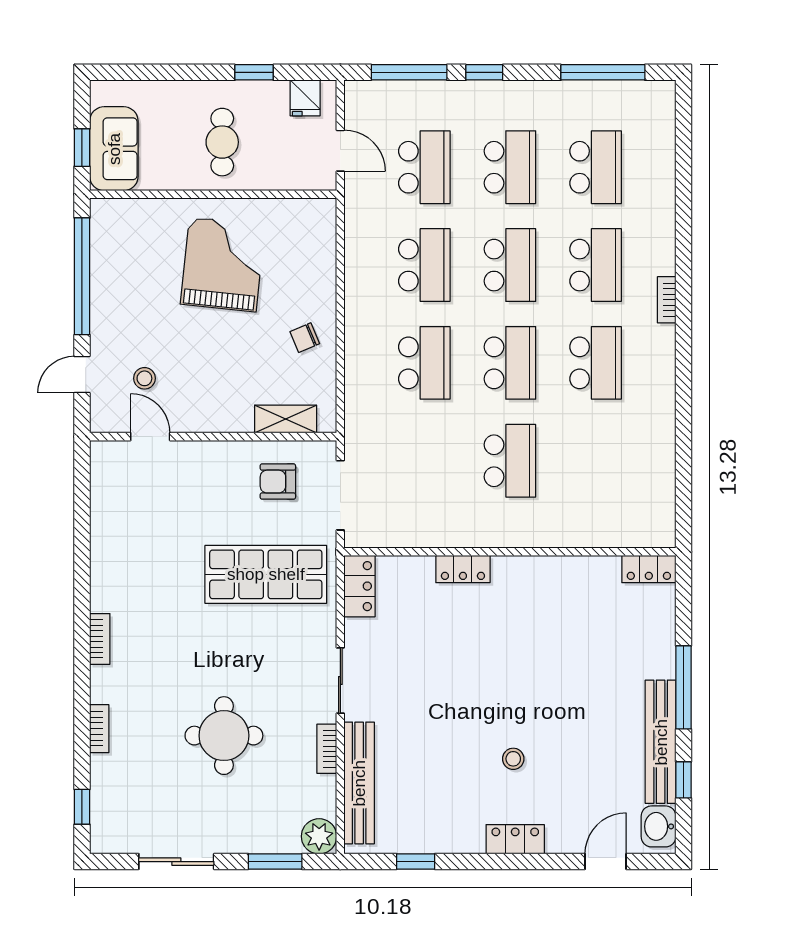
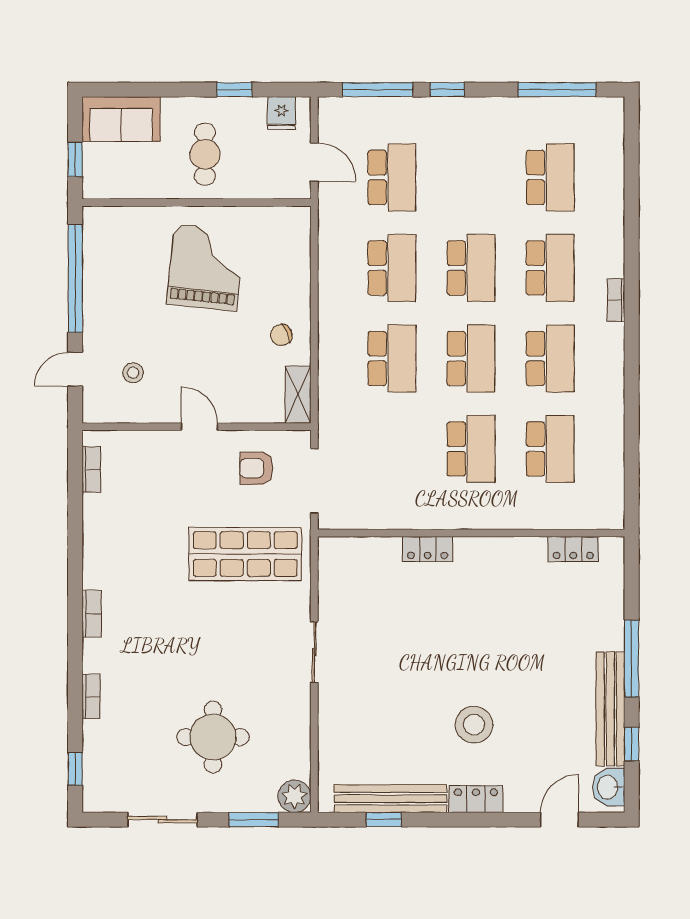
sofa: (114, 149) -> (121, 119), moved, turned 90
school desk: (510, 167) -> (550, 449), moved
shelving: (286, 419) -> (298, 395), moved, turned 90
door: (150, 437) -> (199, 427), moved
locker: (649, 569) -> (573, 549), moved
locker: (360, 586) -> (332, 565), removed
round table: (224, 736) -> (213, 737), moved
bookcase: (327, 749) -> (91, 469), moved, turned 180
stool: (513, 759) -> (474, 725), width x1.89, depth x1.89
bench: (359, 783) -> (390, 799), moved, turned 90

